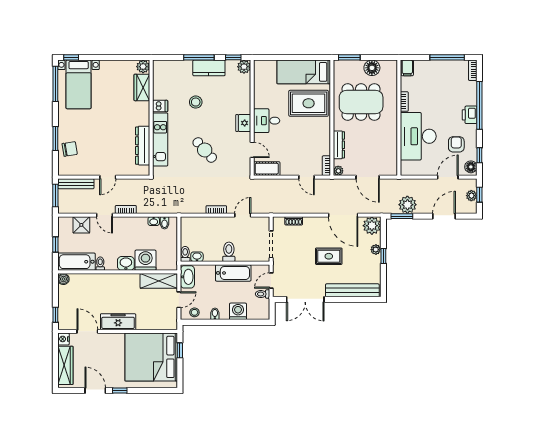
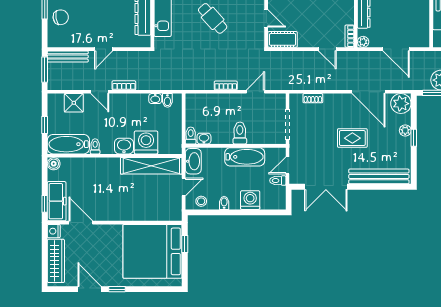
shelving: (159, 281) -> (151, 166), width x1.47
freezer: (118, 322) -> (57, 201), moved, turned 90

